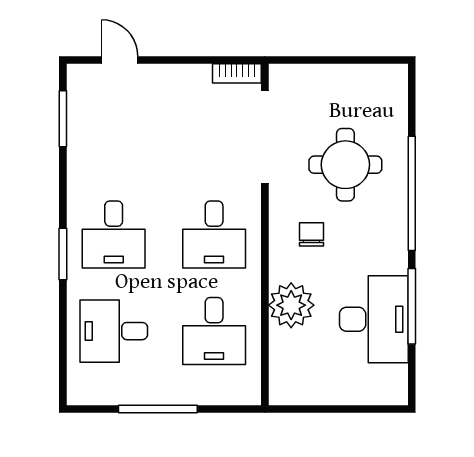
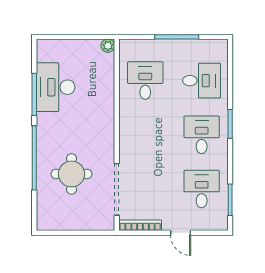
door: (120, 60) -> (181, 233), moved
bookcase: (237, 73) -> (140, 225), width x1.56
desk: (214, 234) -> (202, 189), moved
chair: (311, 234) -> (91, 135), removed
plant: (291, 305) -> (108, 46), moved, width x0.53, depth x0.53

